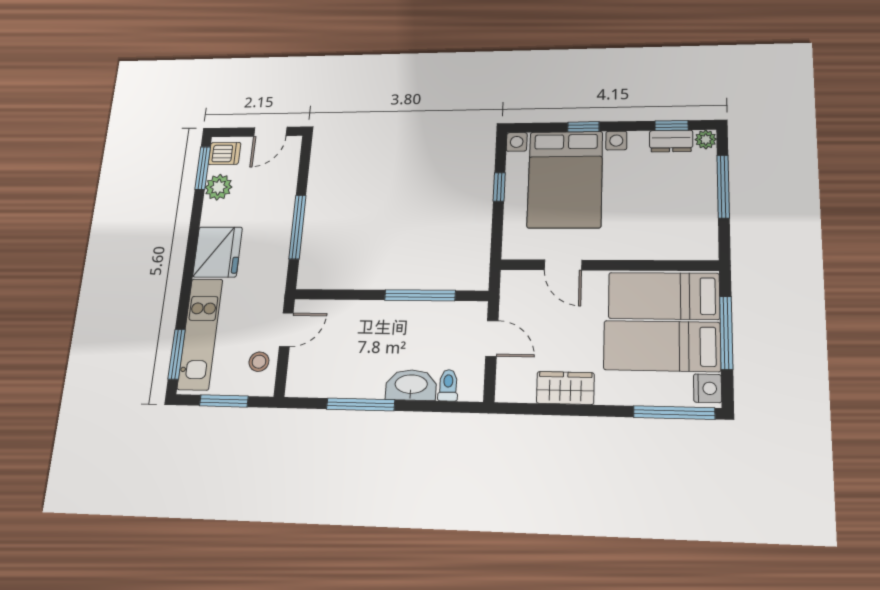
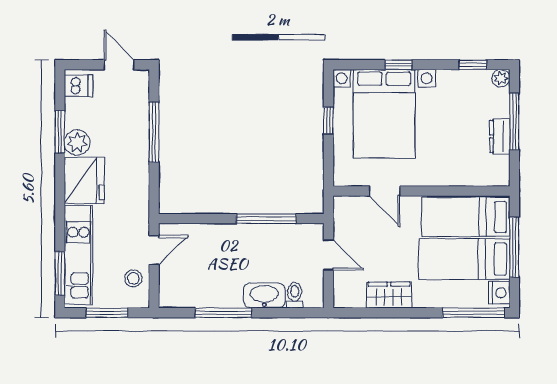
door: (270, 132) -> (119, 65), swing flipped
dresser: (671, 141) -> (500, 136), moved, turned 90
window: (203, 168) -> (60, 132), moved
plant: (219, 187) -> (77, 143), moved
window: (297, 227) -> (154, 132), moved

